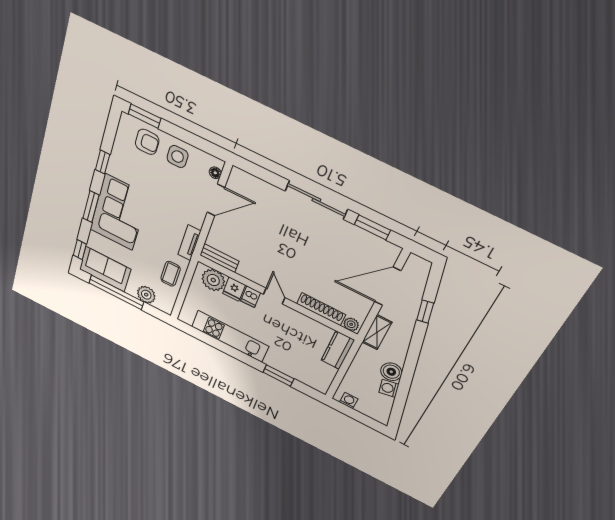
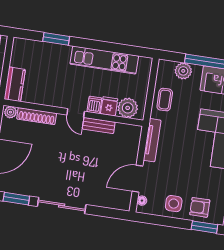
tv unit: (189, 243) -> (152, 140), width x1.41
bench: (219, 258) -> (99, 126), moved

